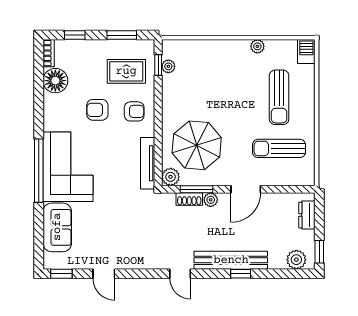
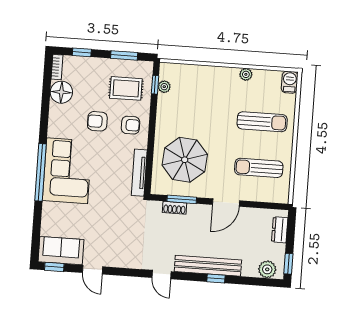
sun lounger: (279, 97) -> (262, 122), turned -90
plant: (171, 177) -> (159, 187), removed
plant: (211, 200) -> (194, 210), removed
sofa: (57, 227) -> (61, 251), moved, turned -90

